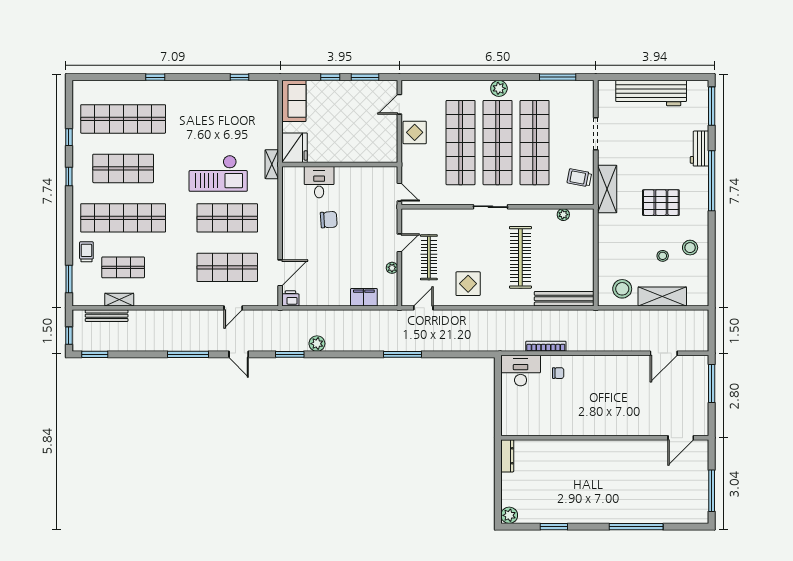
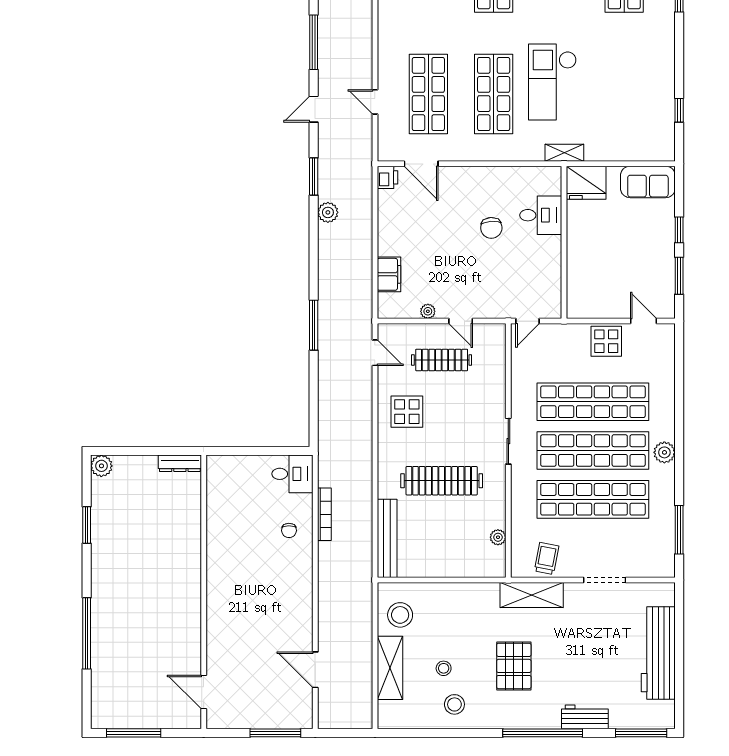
desk: (521, 371) -> (292, 474), width x0.73

